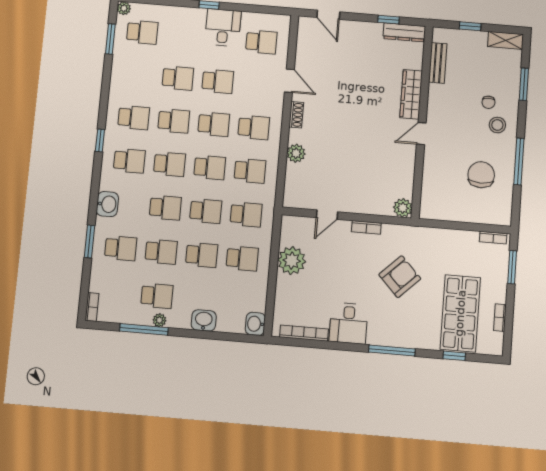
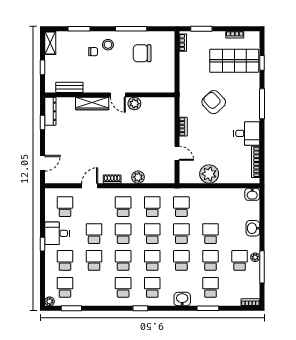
plant: (403, 208) -> (134, 104), moved
school desk: (242, 258) -> (65, 260), moved

